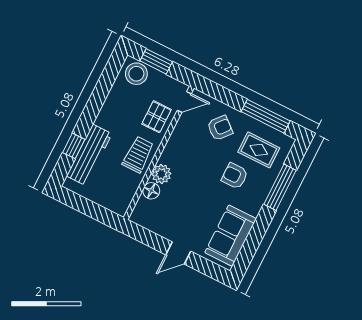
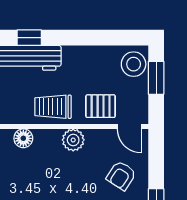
armchair: (220, 128) -> (121, 176), turned 83
trolley: (138, 155) -> (53, 107), turned 180
plant: (161, 174) -> (73, 140), moved

